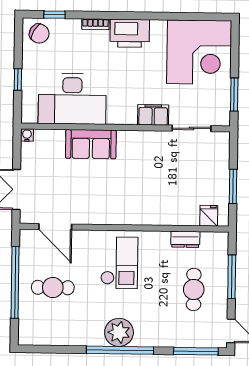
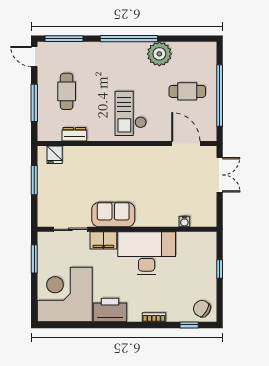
printer: (130, 33) -> (110, 310), moved
desk: (72, 99) -> (147, 253), moved
water cooler: (27, 135) -> (184, 222), moved
sofa: (91, 144) -> (113, 215), moved
plant: (119, 332) -> (159, 54), moved

